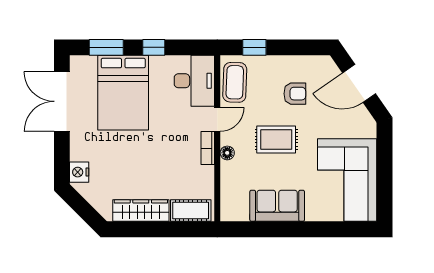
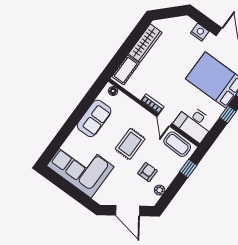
plant: (306, 63) -> (160, 190), added
door: (359, 83) -> (128, 211), swing flipped
armchair: (295, 94) -> (147, 172), turned 180
floor lamp: (227, 153) -> (113, 91), moved
nightstand: (79, 172) -> (200, 32), moved

